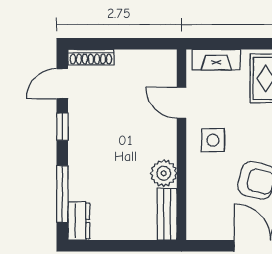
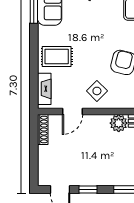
shoe rack: (91, 57) -> (43, 129), moved
side table: (213, 140) -> (97, 91), turned 45

